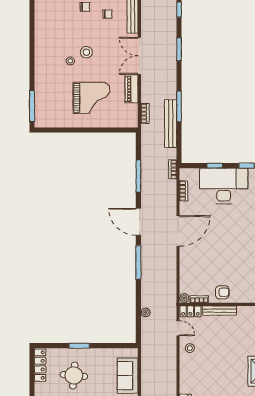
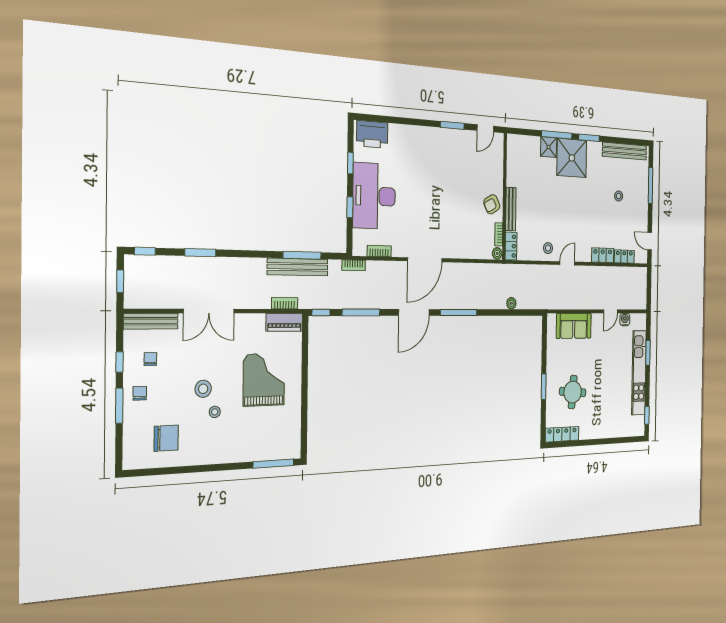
chair: (54, 26) -> (166, 438), added
piano: (132, 89) -> (284, 322), moved
window: (179, 106) -> (302, 255), moved
window: (138, 143) -> (321, 312), added
door: (178, 231) -> (425, 260), swing flipped
armchair: (222, 292) -> (492, 204), turned -119
door: (178, 328) -> (567, 263), moved

